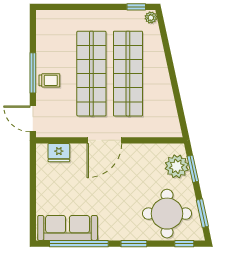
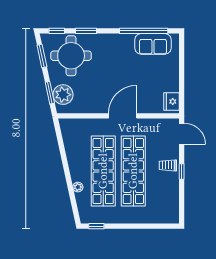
plant: (151, 18) -> (78, 187), moved
window: (33, 73) -> (182, 172), width x0.46
fridge: (59, 153) -> (172, 101), moved, turned -90
sofa: (68, 228) -> (153, 44), width x0.73
window: (134, 244) -> (86, 31), moved

